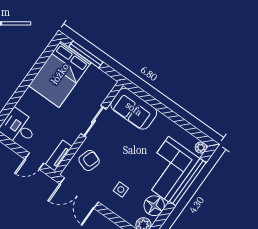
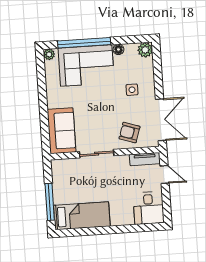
bed: (60, 74) -> (82, 216), width x0.67
floor lamp: (154, 206) -> (118, 49), width x0.53, depth x0.53

